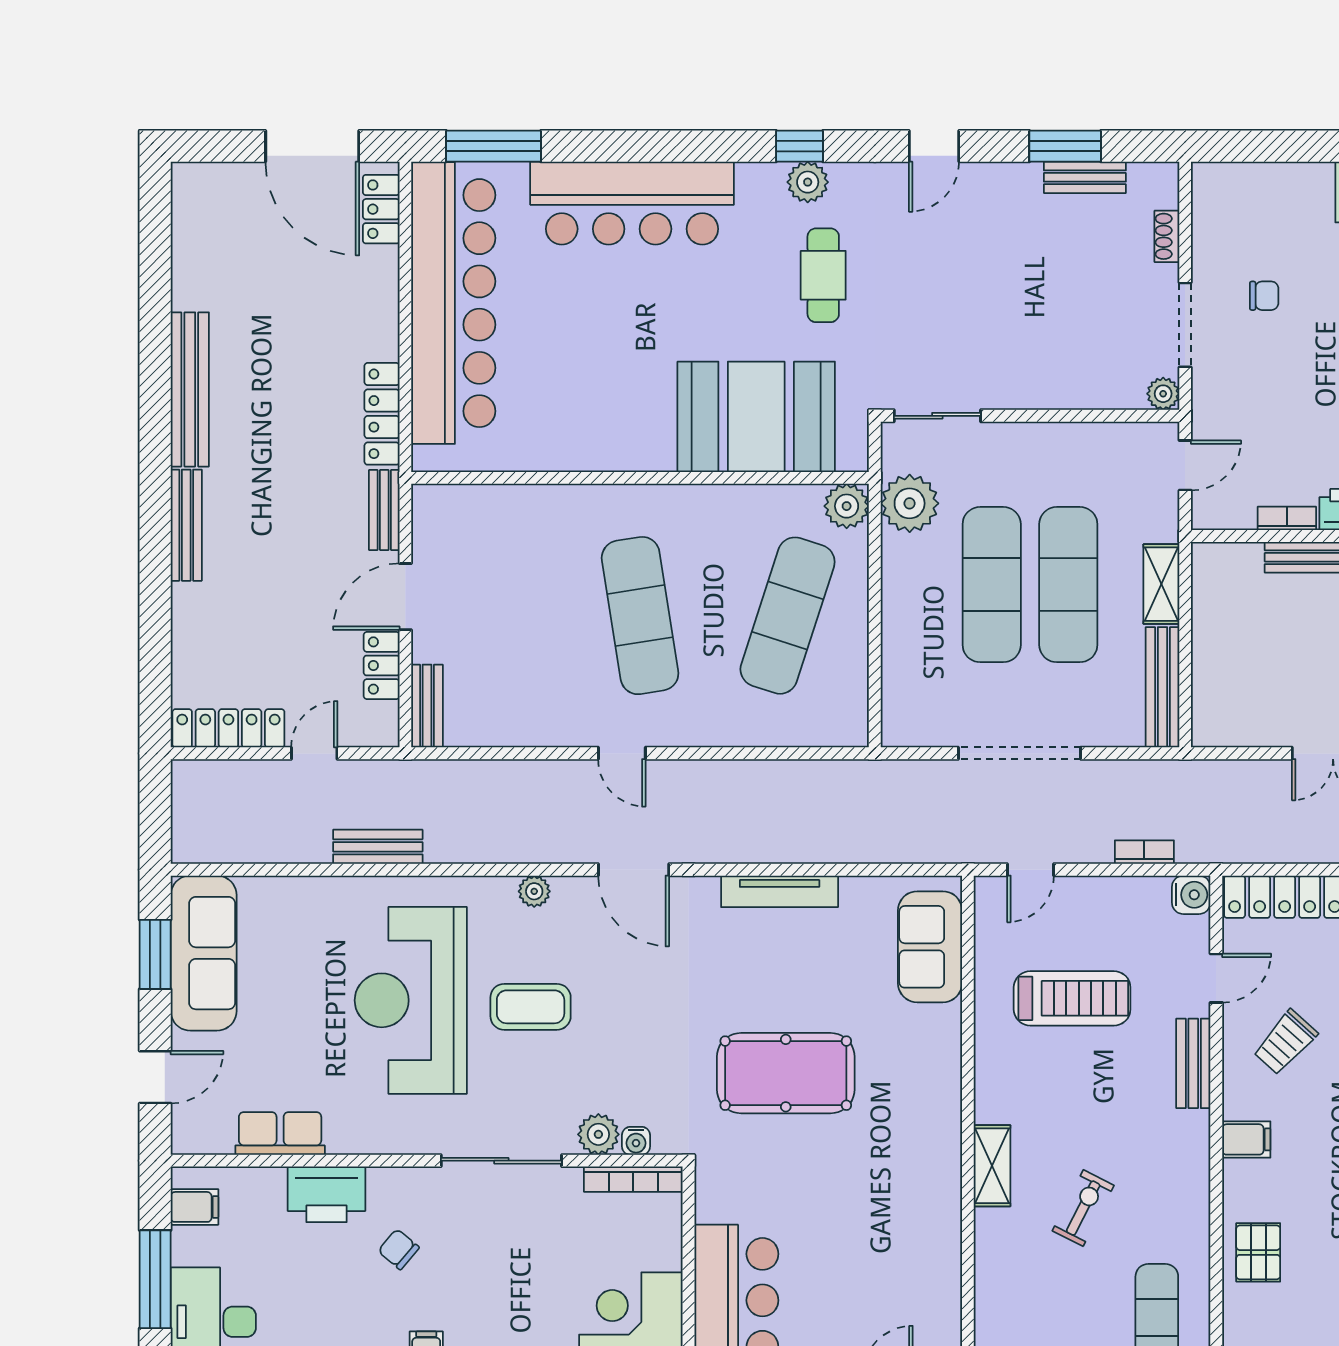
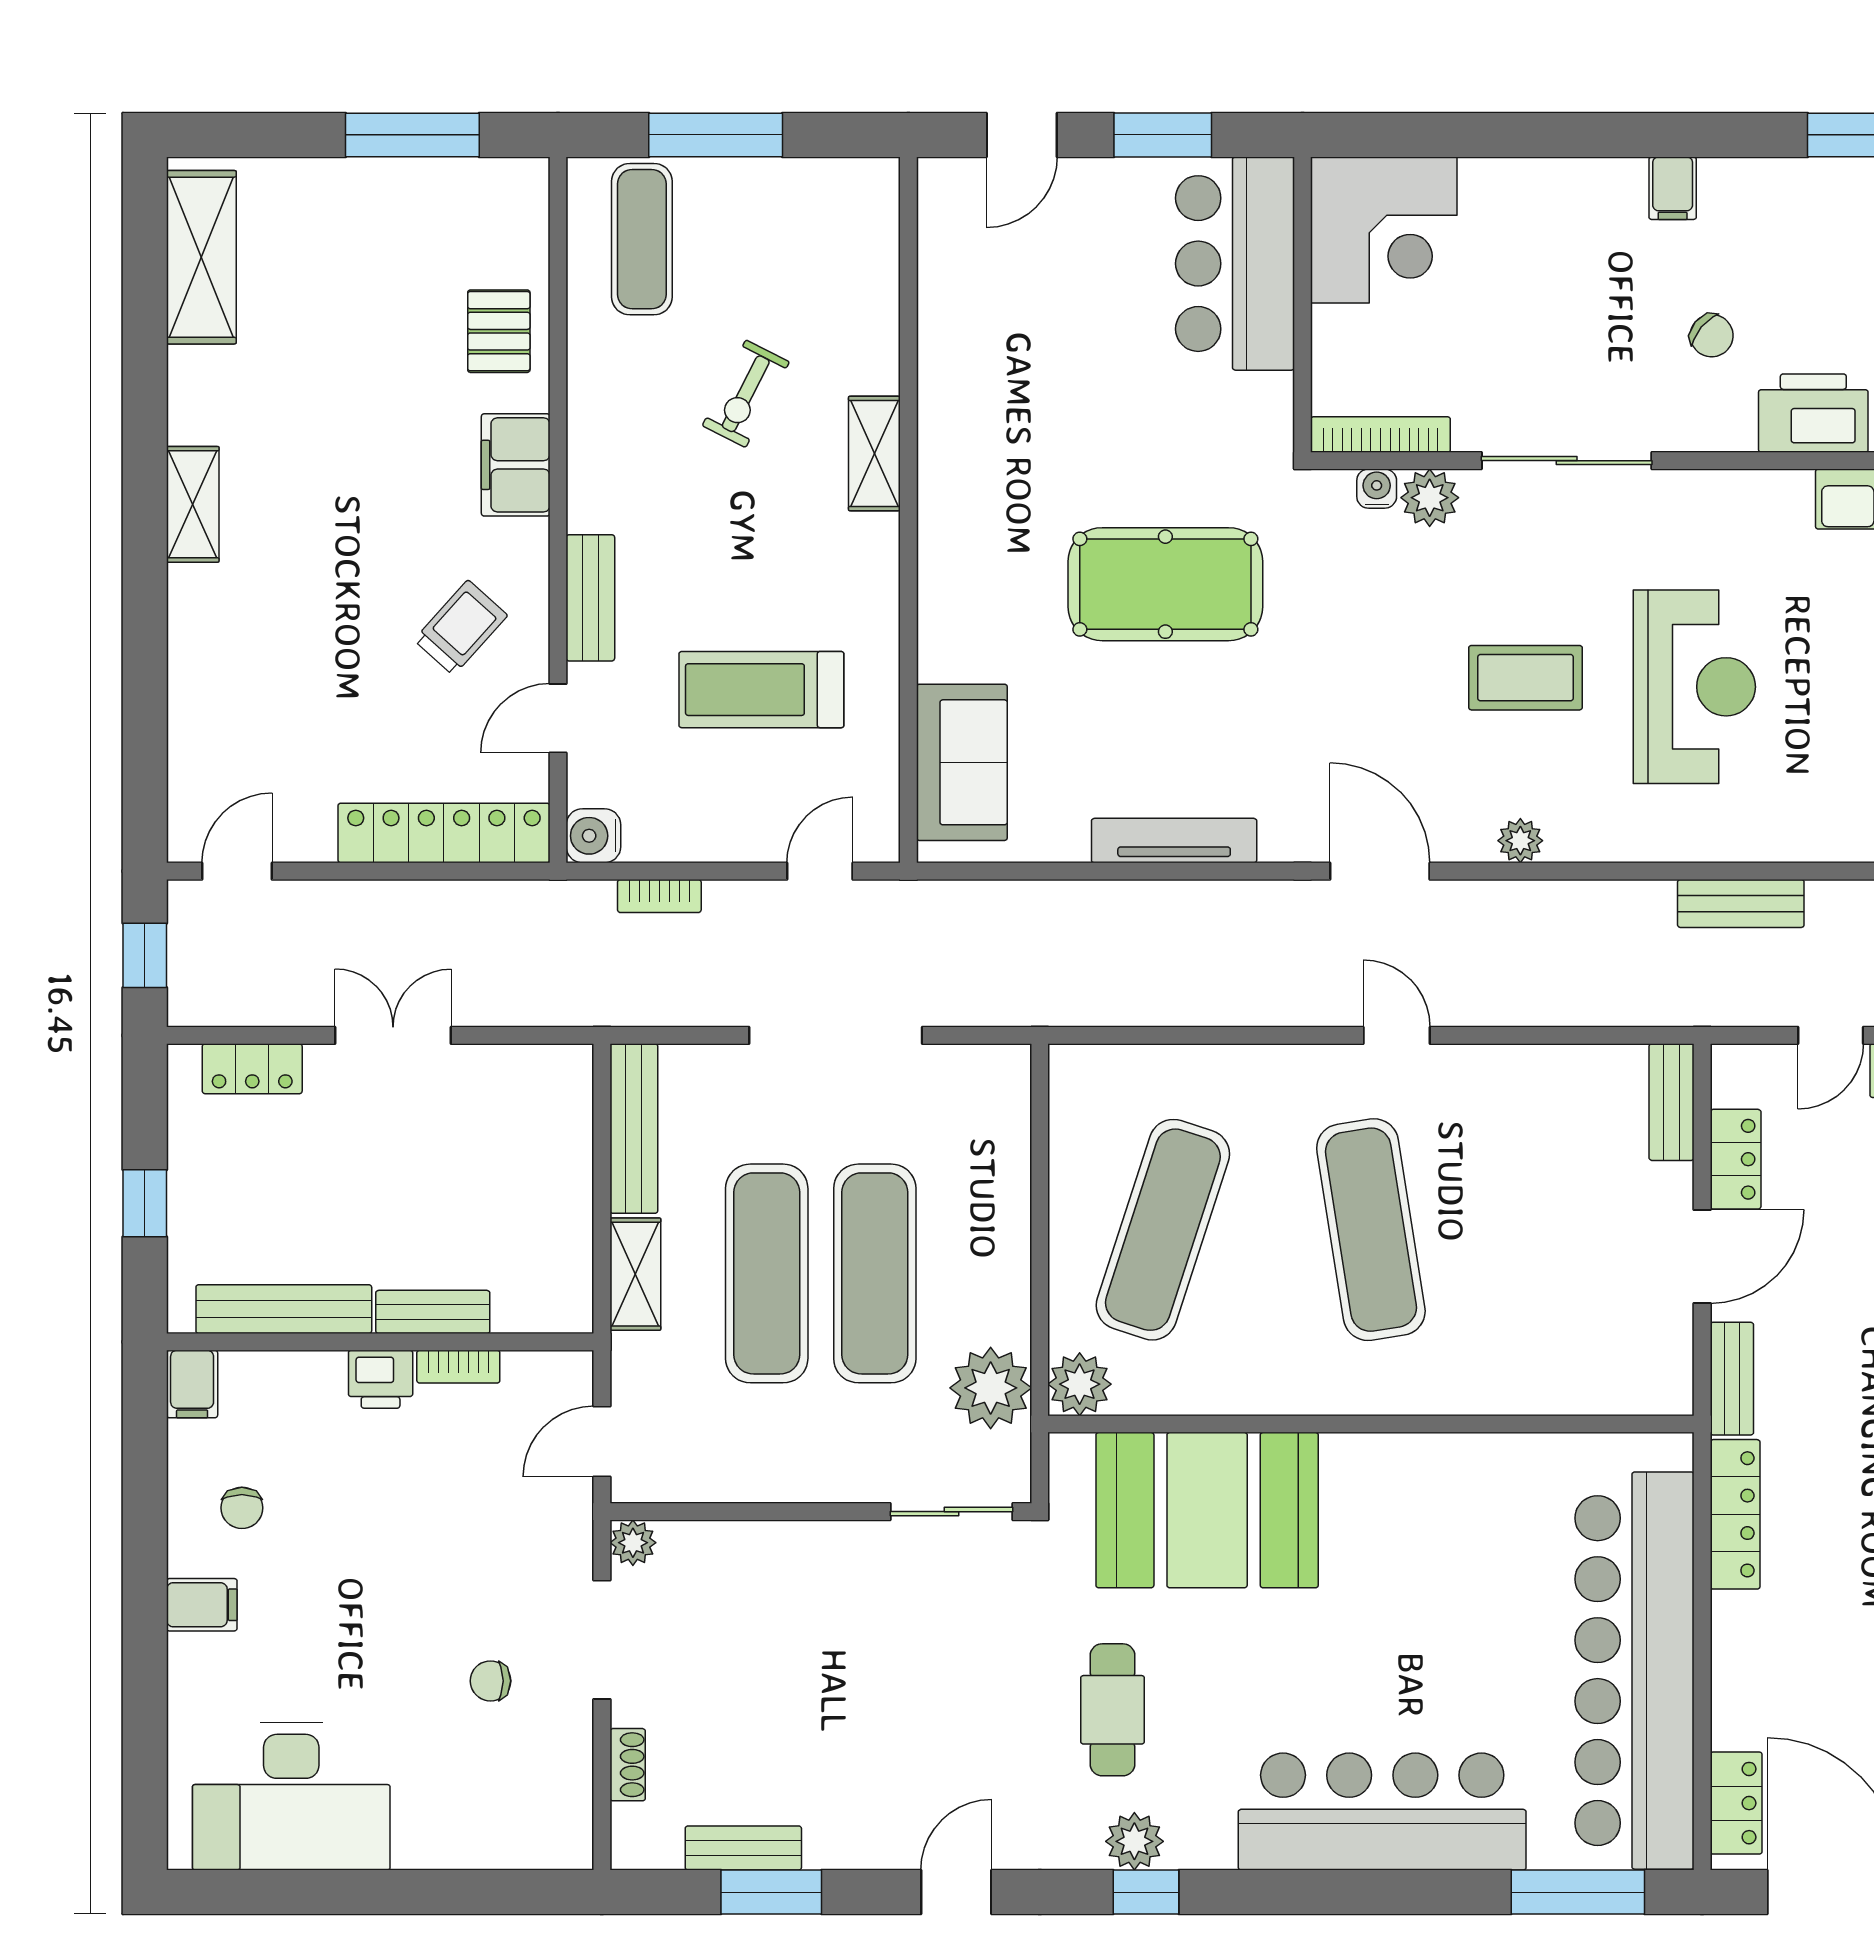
reception desk: (411, 1000) -> (1694, 687), width x0.74, depth x0.77
filing cabinet: (1246, 1139) -> (516, 465), width x2.00

